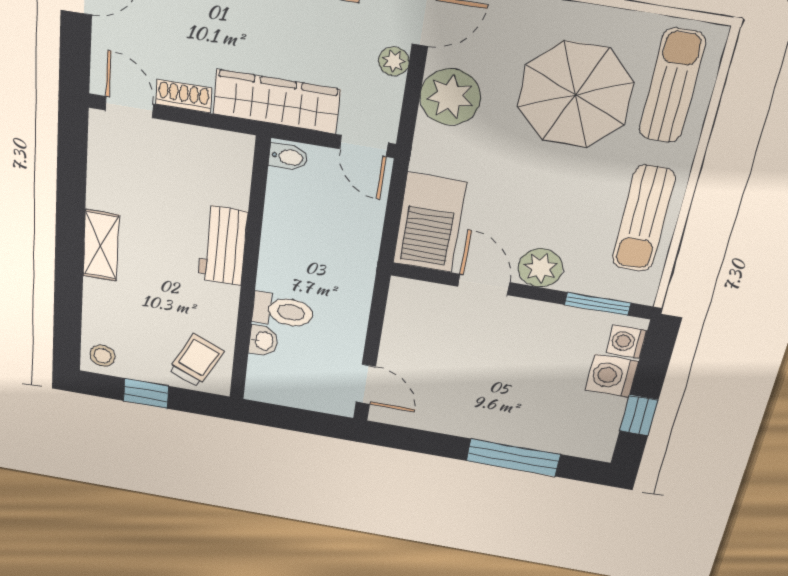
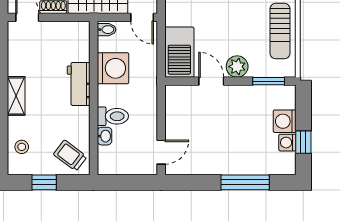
washing machine: (293, 229) -> (113, 68), added
washing machine: (627, 342) -> (287, 143), moved
stool: (102, 356) -> (22, 147), moved
trolley: (196, 360) -> (70, 156), turned -78
door: (366, 384) -> (161, 152), hinge flipped

